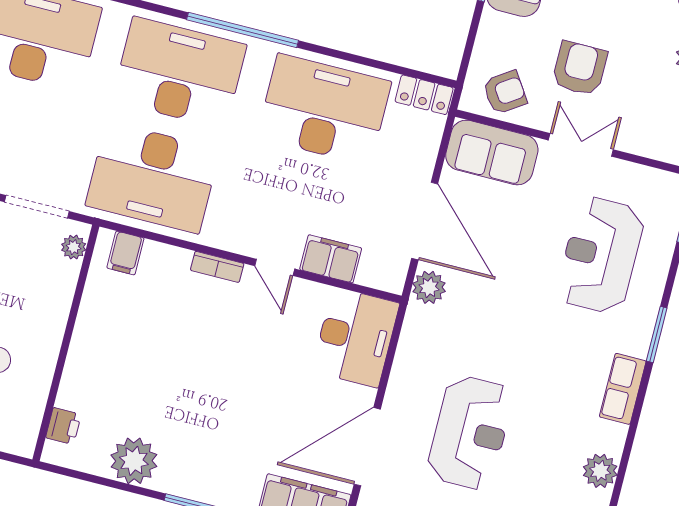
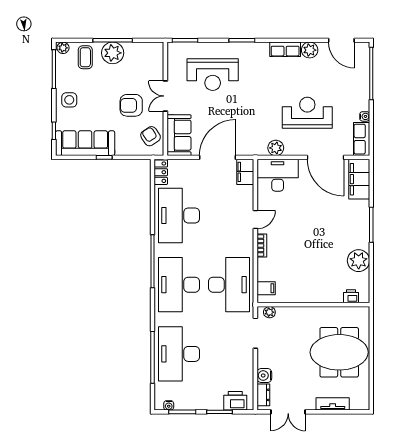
filing cabinet: (331, 259) -> (245, 172), moved
plant: (429, 287) -> (276, 148), moved
row of seats: (623, 389) -> (285, 49), moved

